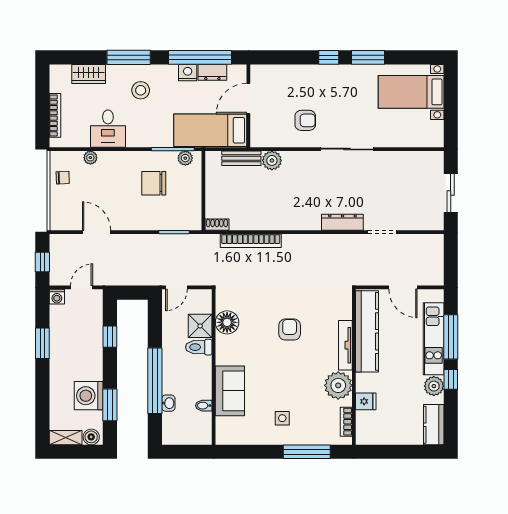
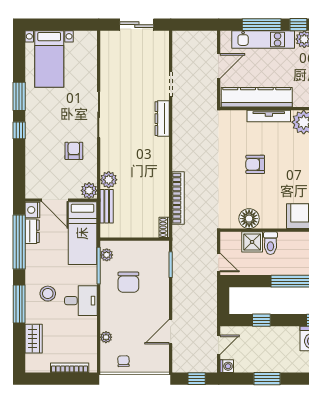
nightstand: (188, 73) -> (32, 210), moved
desk: (108, 129) -> (81, 301), moved
plant: (259, 138) -> (89, 191), added
door: (82, 287) -> (219, 345), swing flipped

